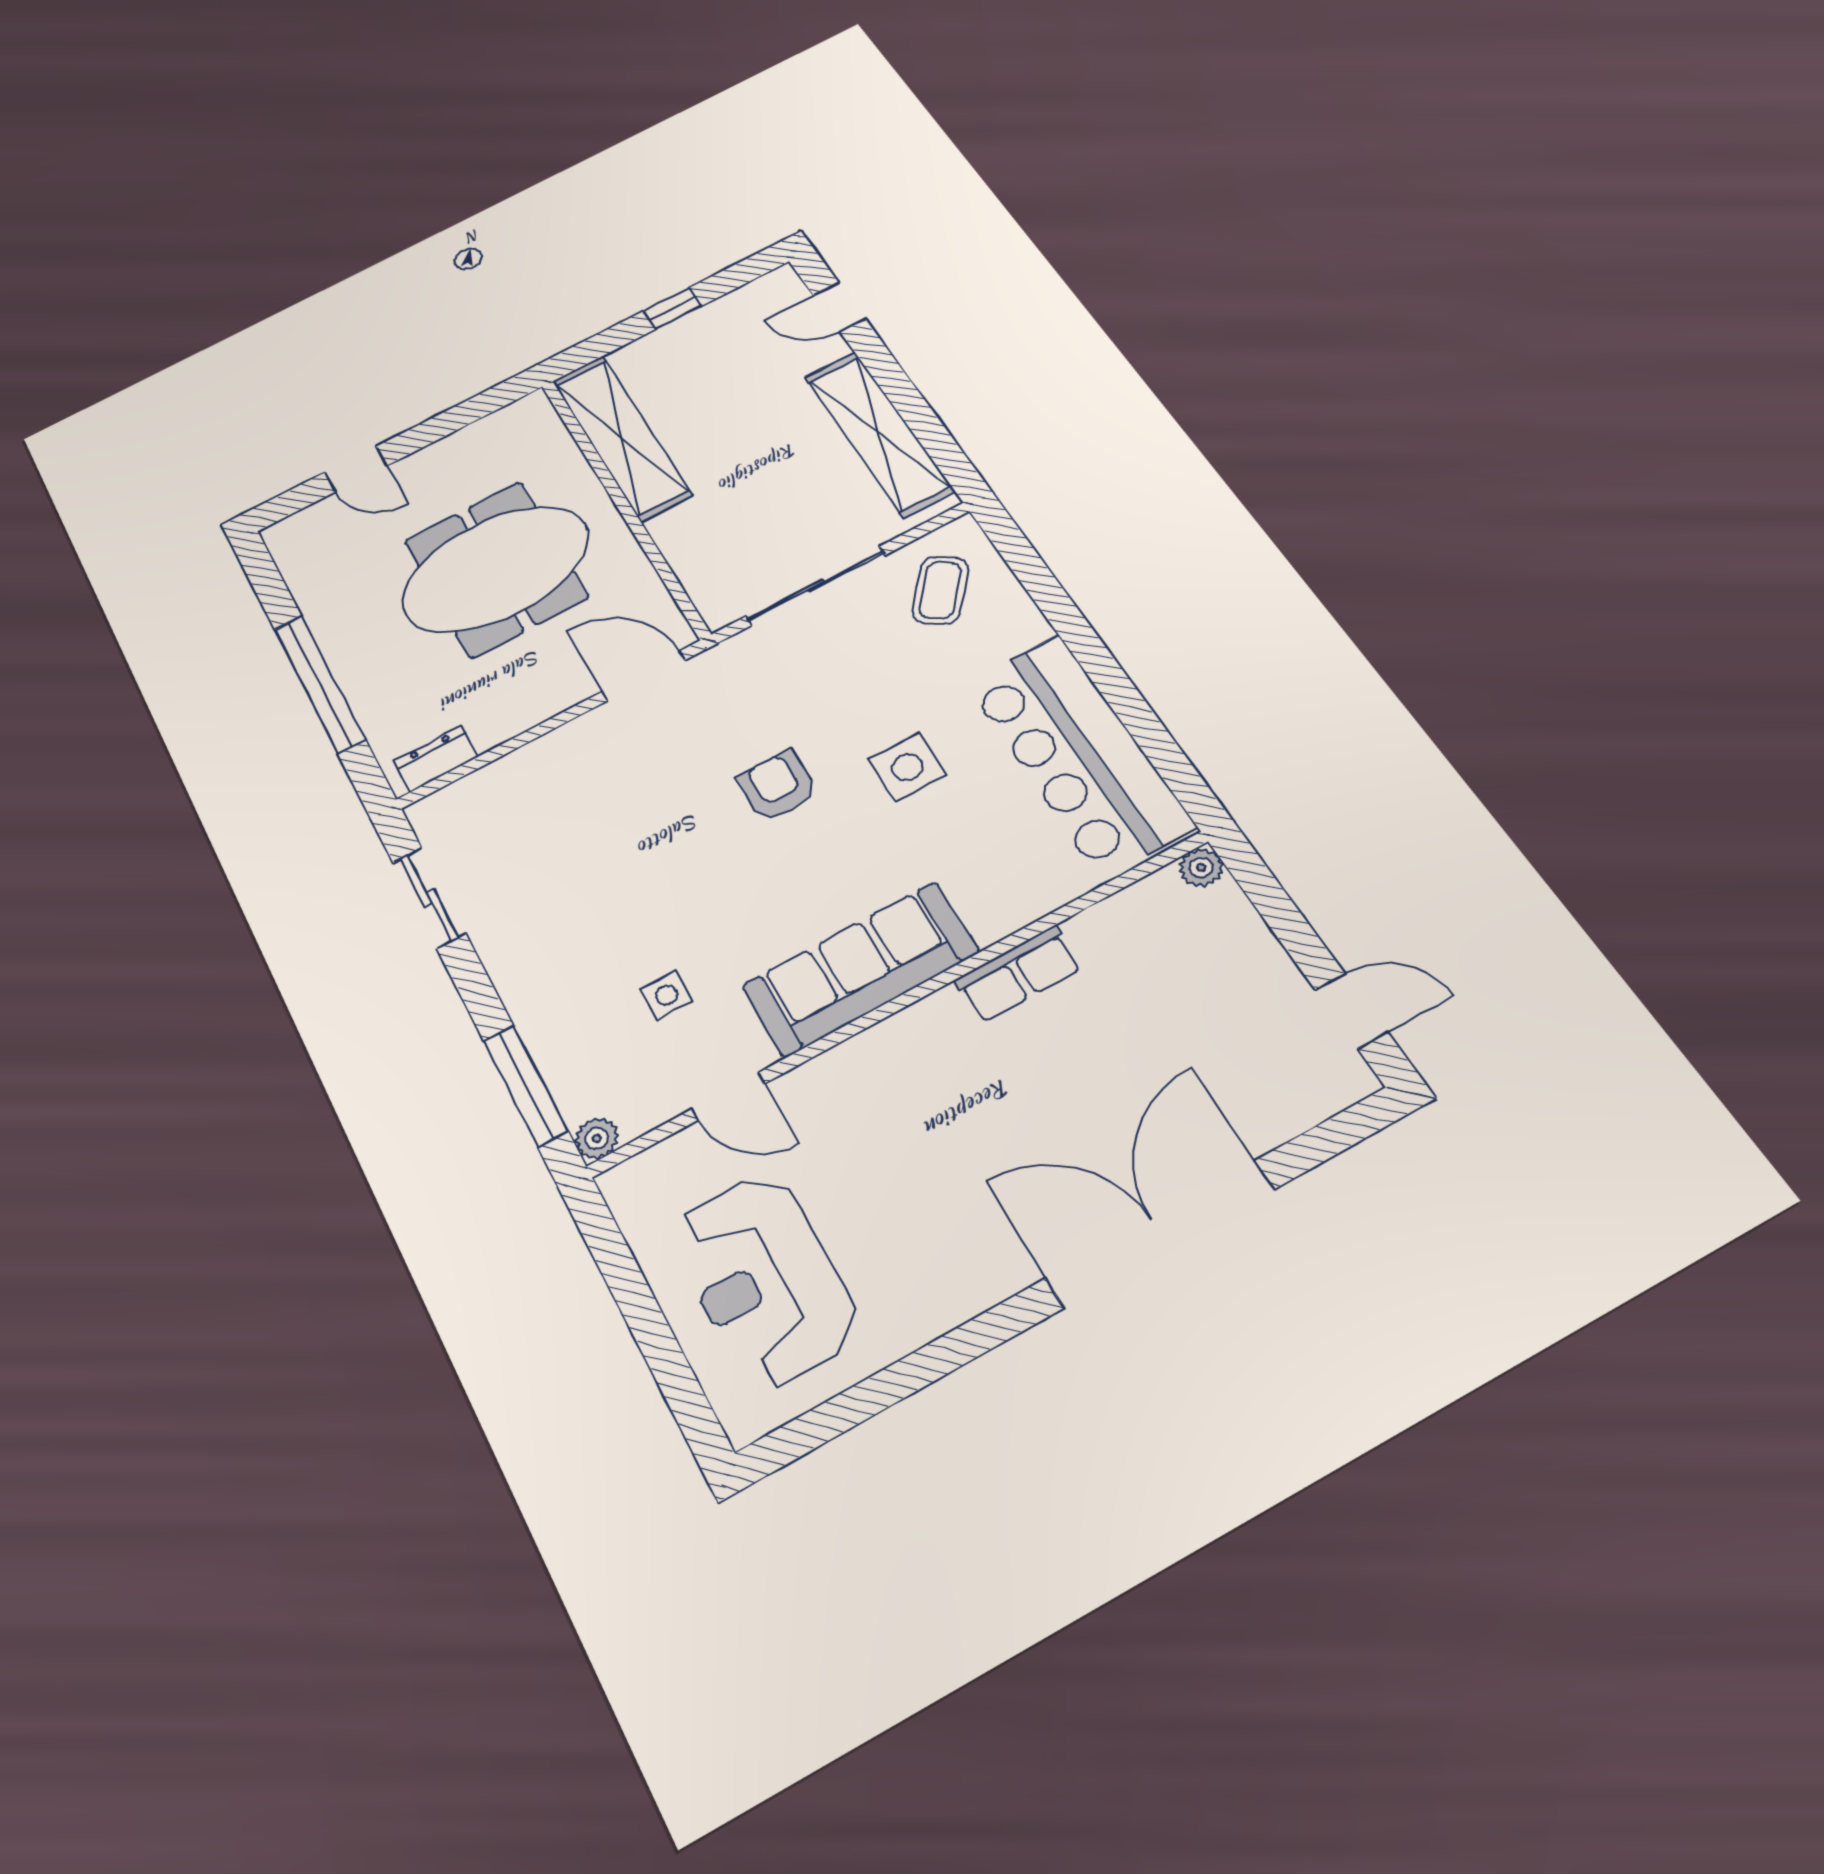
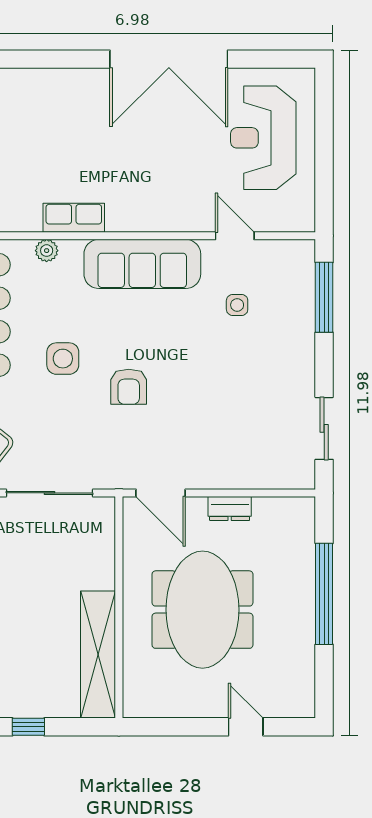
meeting table: (496, 569) -> (202, 610), turned 90
dresser: (436, 759) -> (230, 509), moved
plant: (597, 1138) -> (47, 251), moved
double door: (1160, 1234) -> (169, 59), moved
reception desk: (765, 1280) -> (263, 138), turned 180

